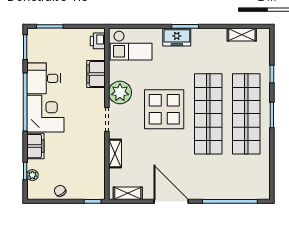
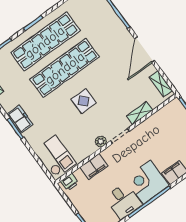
freezer: (177, 37) -> (20, 119), moved
plant: (120, 92) -> (101, 142), width x0.53, depth x0.53
display table: (164, 109) -> (84, 101), width x0.54, depth x0.54

